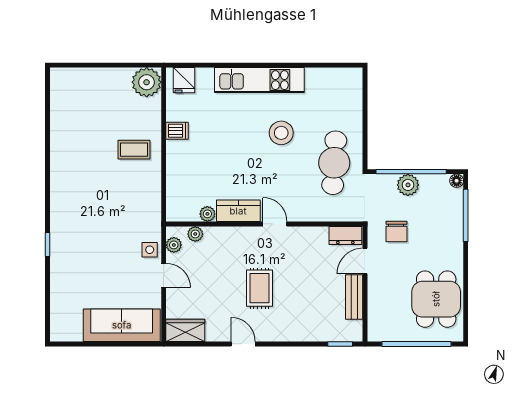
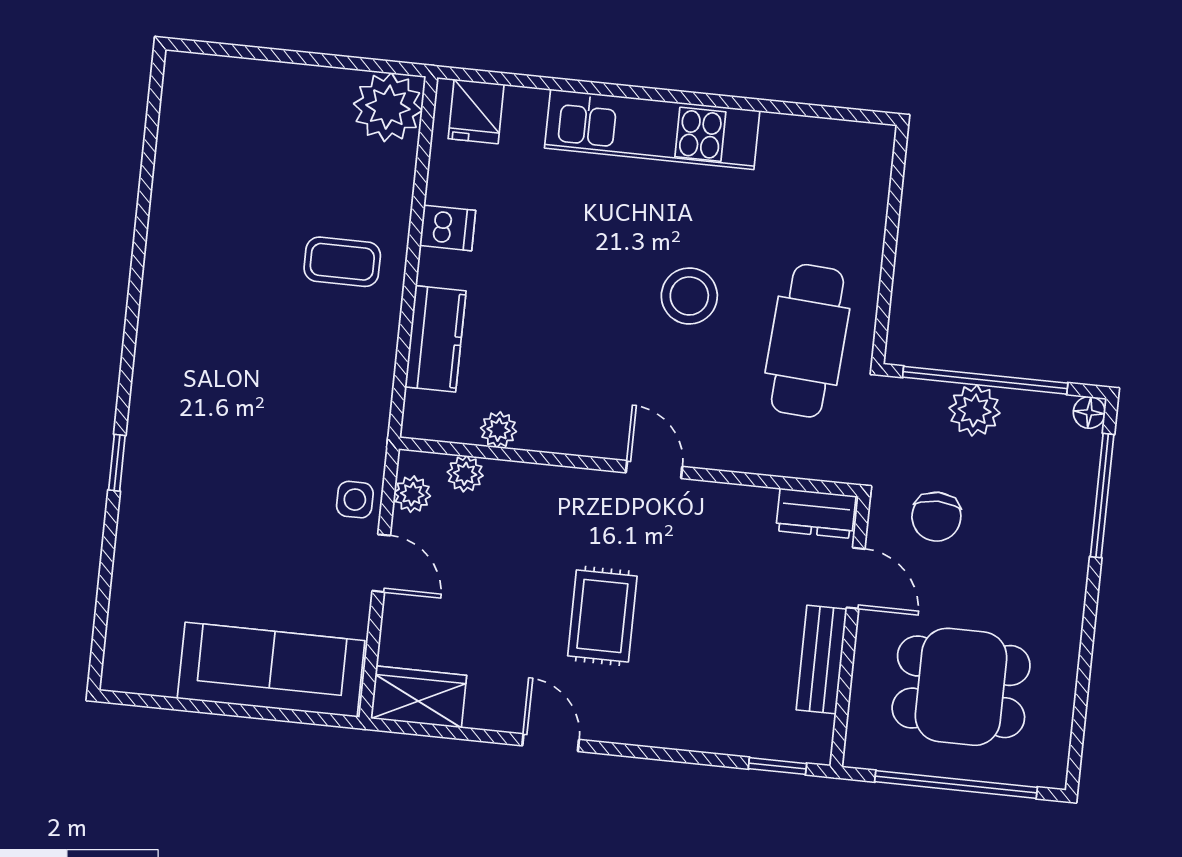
stool: (281, 133) -> (689, 296), moved
kitchen counter: (238, 211) -> (435, 339), moved, turned 90
door: (365, 261) -> (856, 578), swing flipped
dining table: (436, 299) -> (961, 687), moved, turned 90

